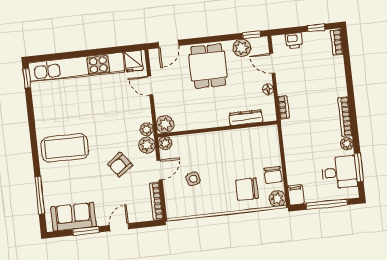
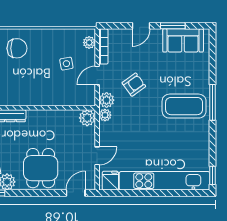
door: (150, 86) -> (97, 156), hinge flipped
plant: (165, 143) -> (89, 43), moved
window: (40, 195) -> (212, 102), moved

